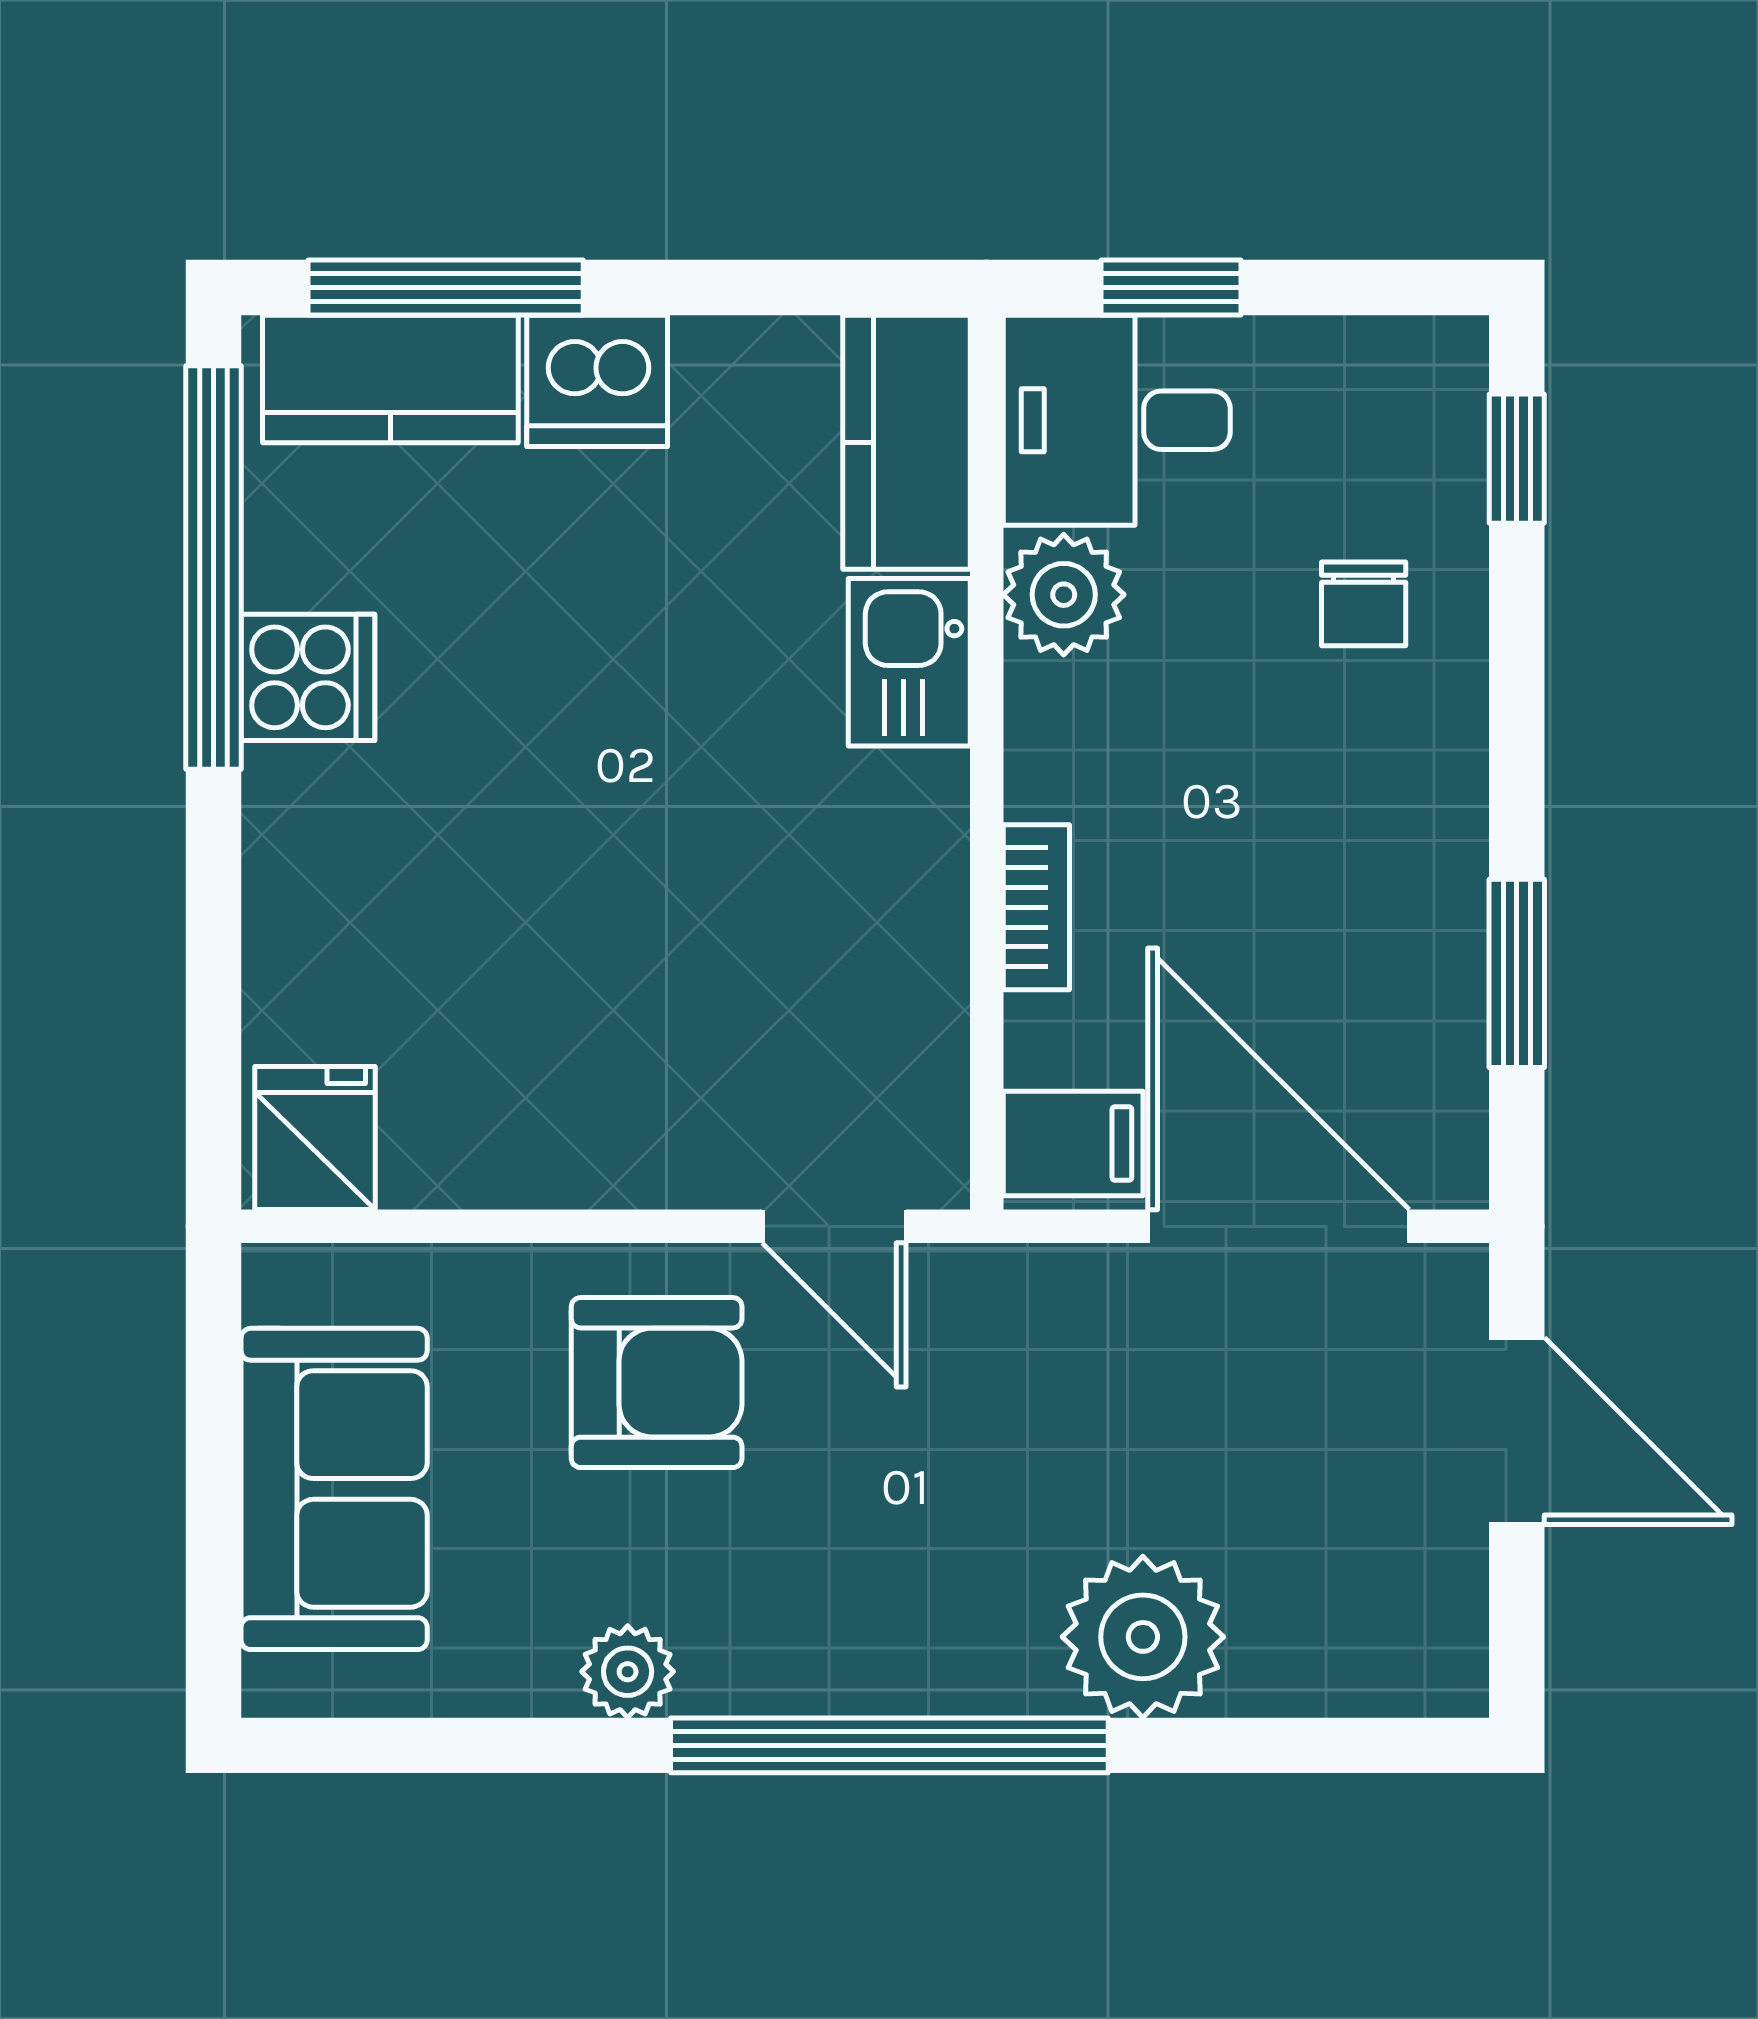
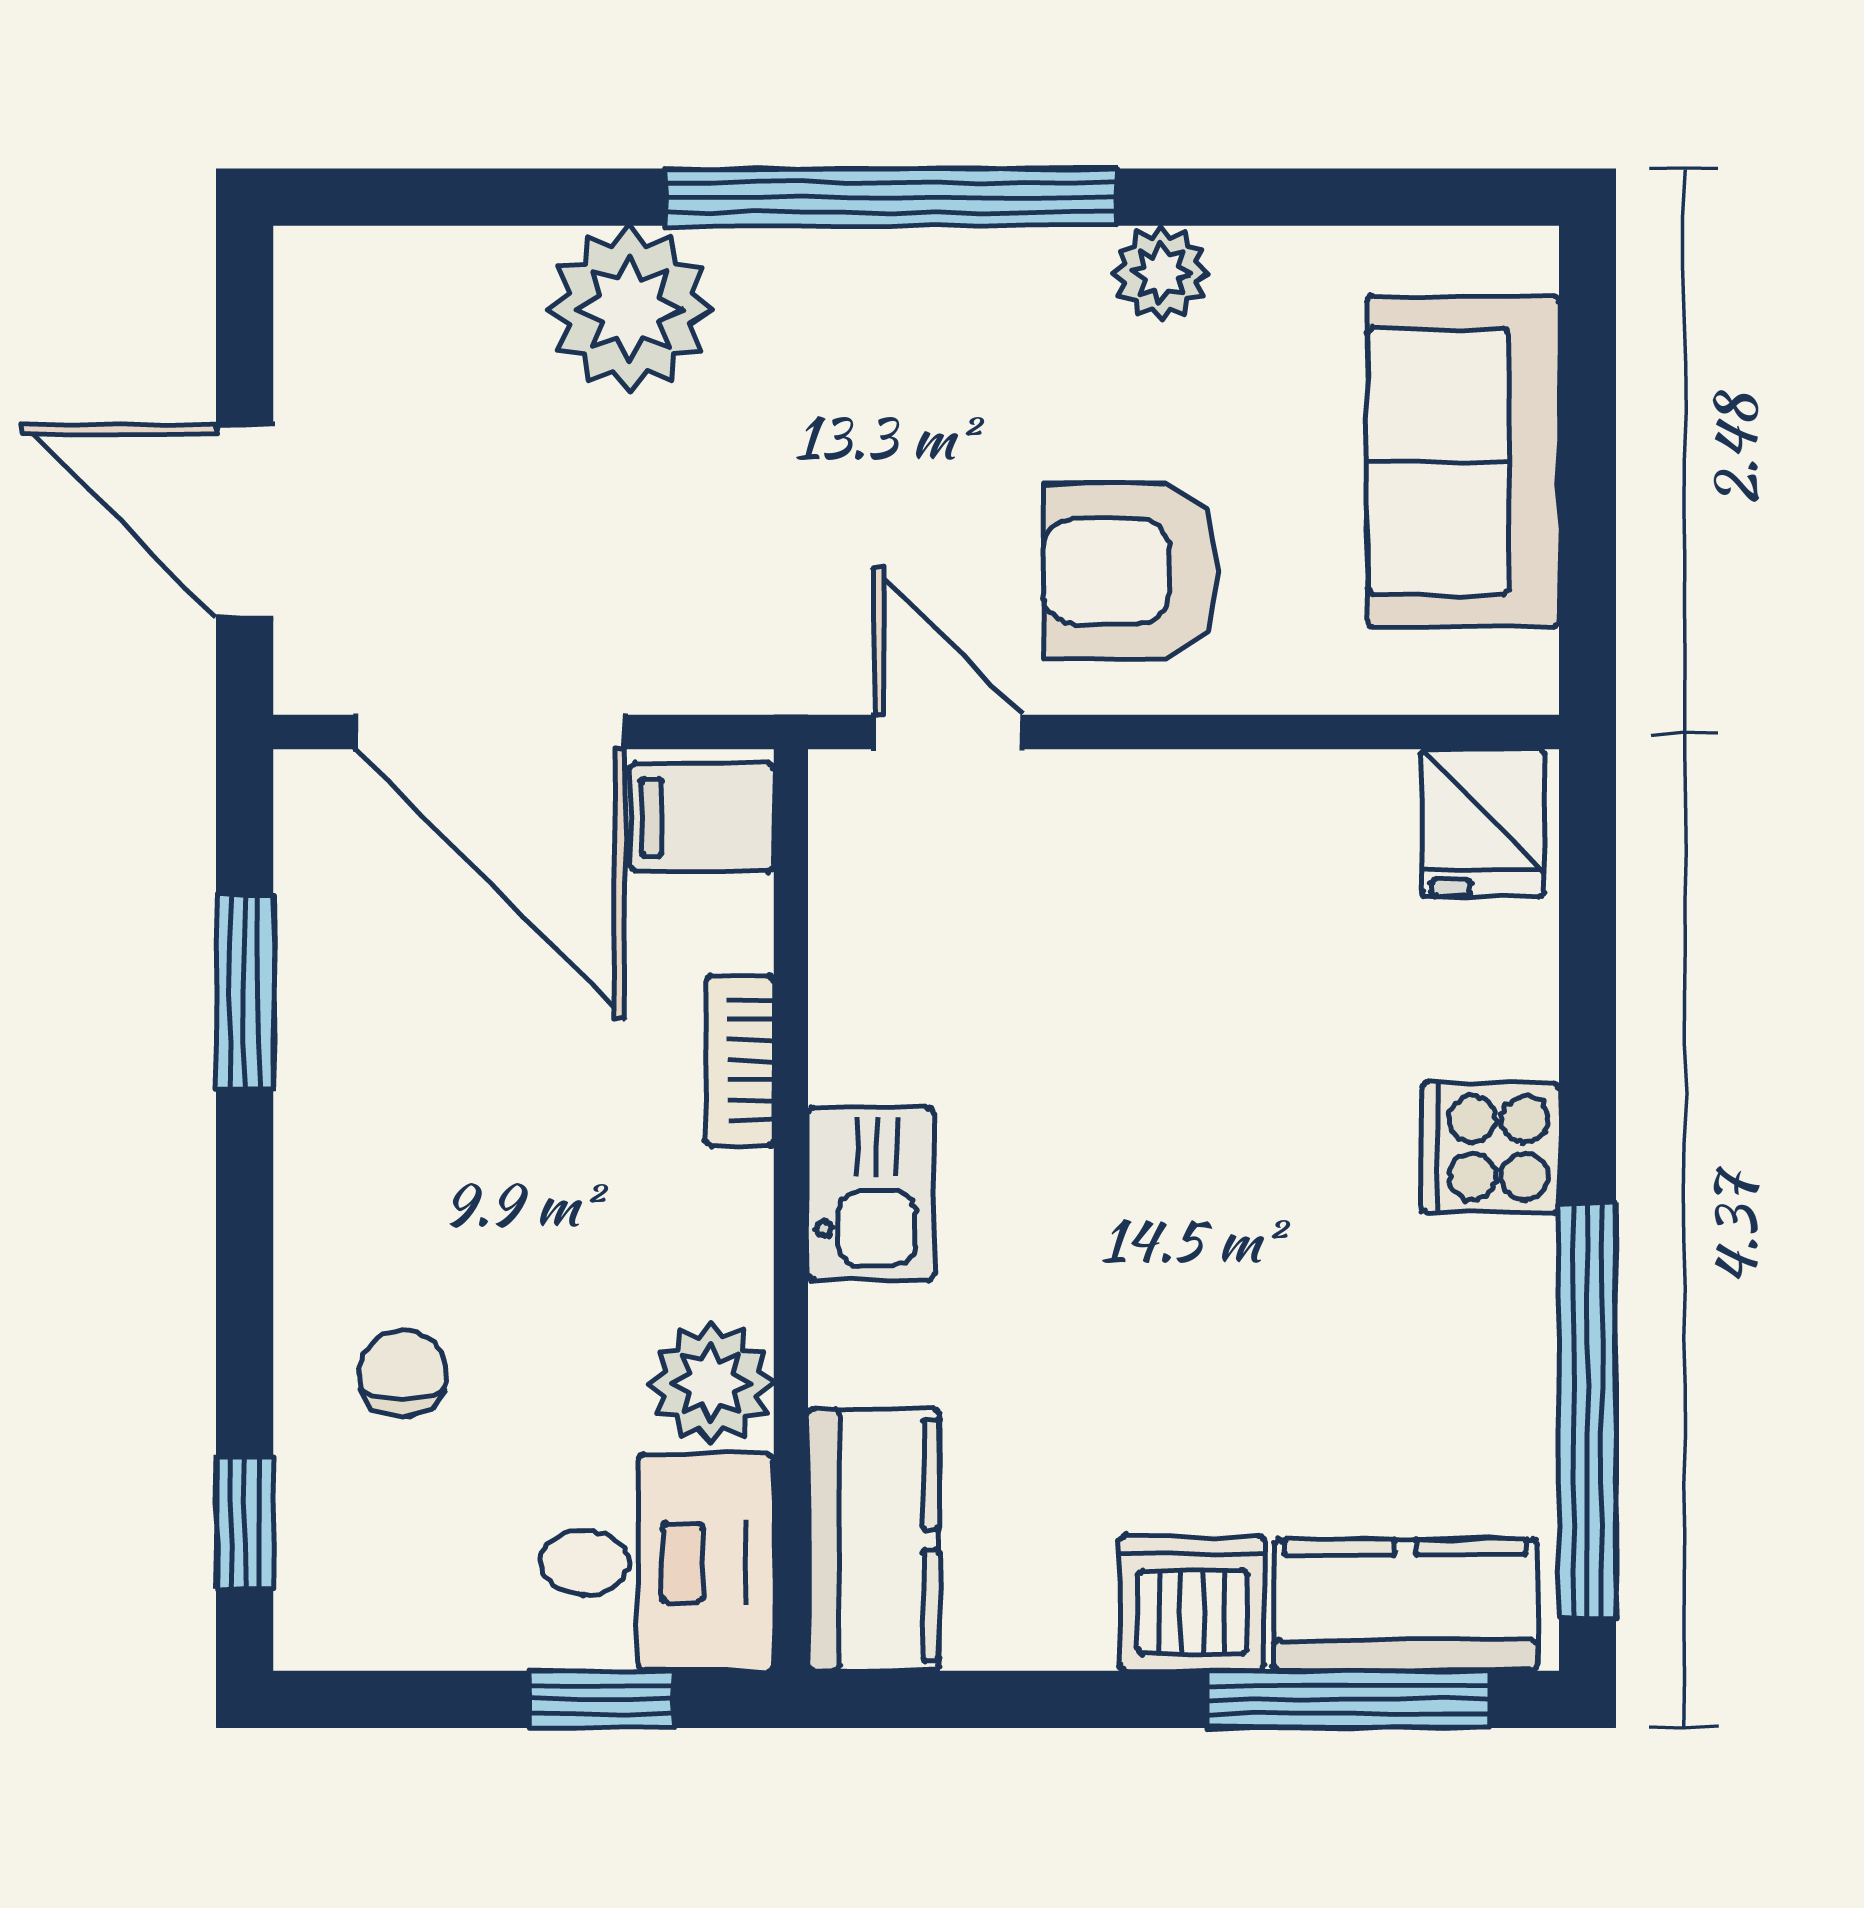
kitchen sink: (909, 662) -> (871, 1194), moved
cooker: (308, 677) -> (1490, 1148), moved

